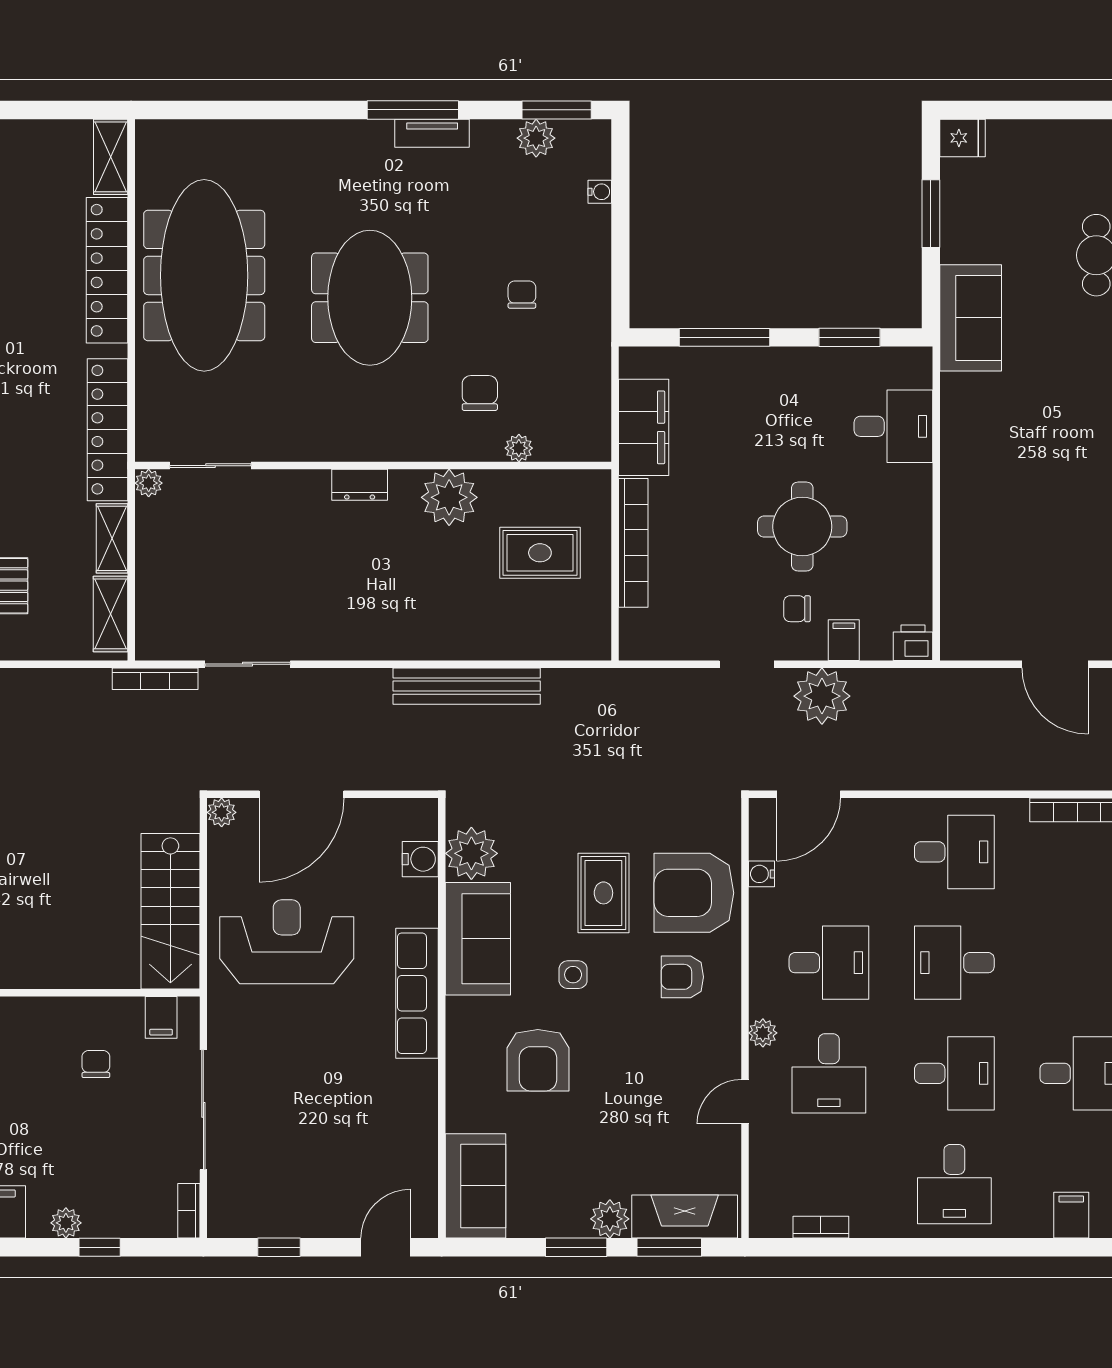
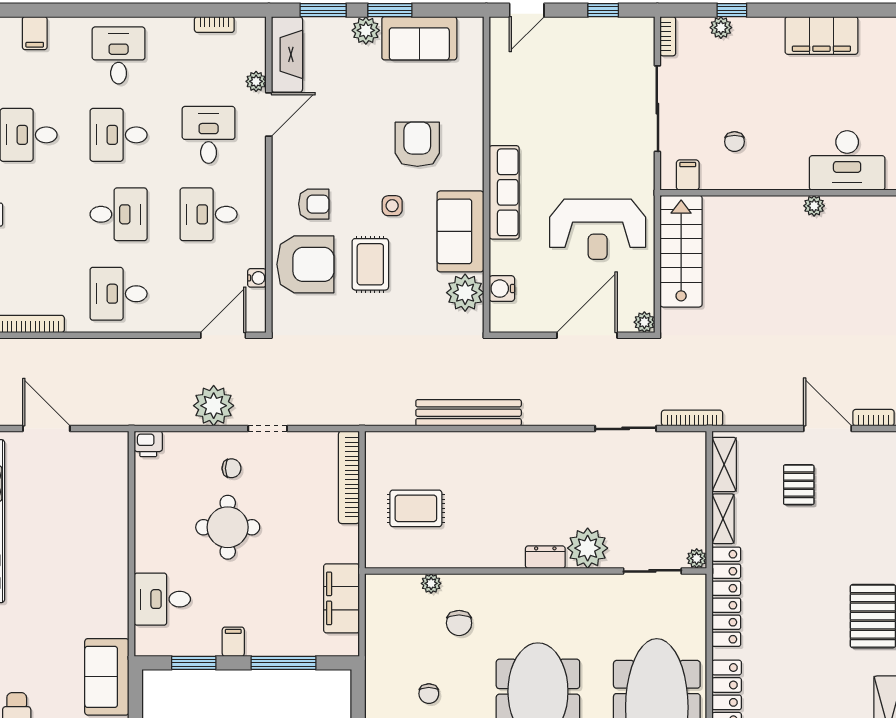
plant: (449, 497) -> (588, 548), moved
bookcase: (633, 543) -> (349, 477), moved
filing cabinet: (844, 640) -> (233, 642), moved, turned 180
plant: (763, 1033) -> (256, 81), moved
door: (745, 1102) -> (269, 114), width x1.38
sofa: (475, 1186) -> (419, 38), moved, turned -90
fireplace: (685, 1217) -> (287, 54), moved, turned -90
plant: (66, 1223) -> (721, 28), moved

